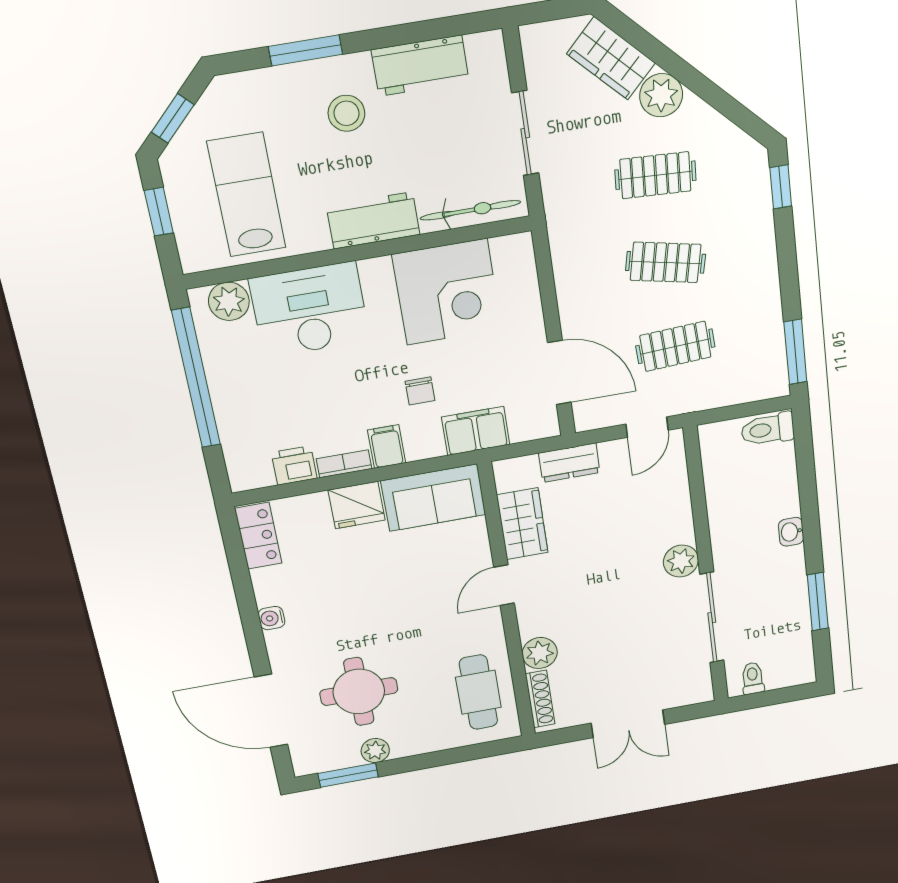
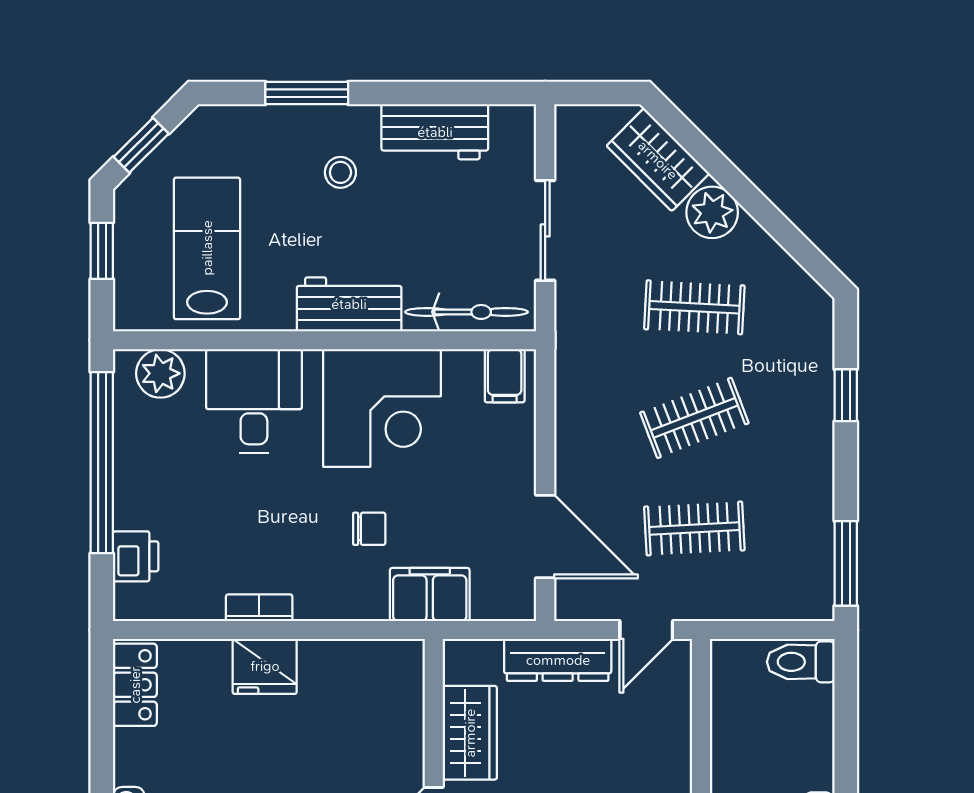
stool: (346, 113) -> (340, 172), width x0.73, depth x0.73
window: (781, 187) -> (846, 395), moved
clothes rail: (666, 262) -> (694, 418), turned -33
corner desk: (447, 292) -> (382, 408), moved
desk: (310, 310) -> (254, 401), width x0.73
chair: (420, 391) -> (369, 529), turned -90
filing cabinet: (387, 446) -> (505, 376), moved, turned 180
dresser: (569, 463) -> (558, 660), width x1.44
printer: (294, 465) -> (136, 556), moved, turned 90
sofa: (433, 498) -> (363, 675), removed

